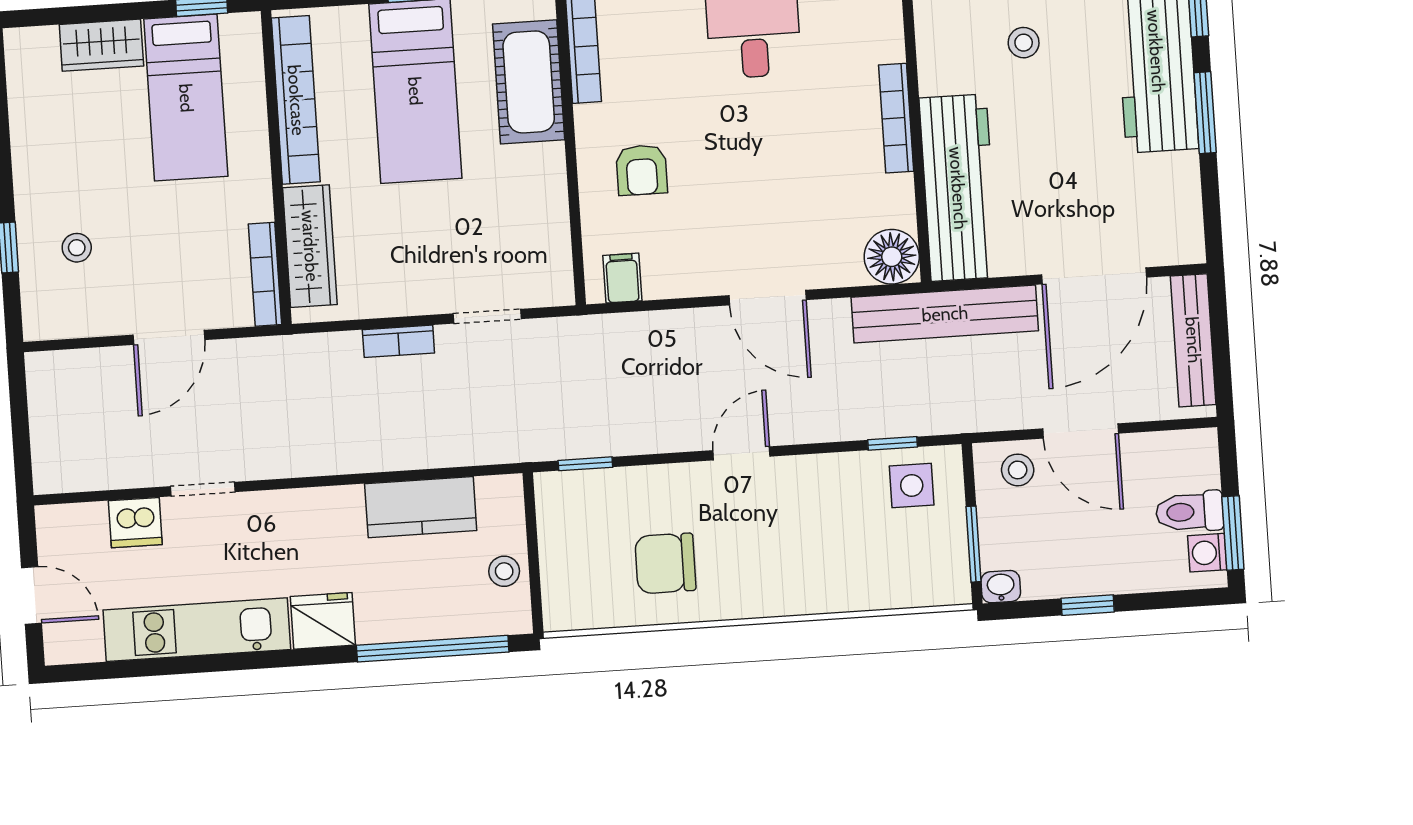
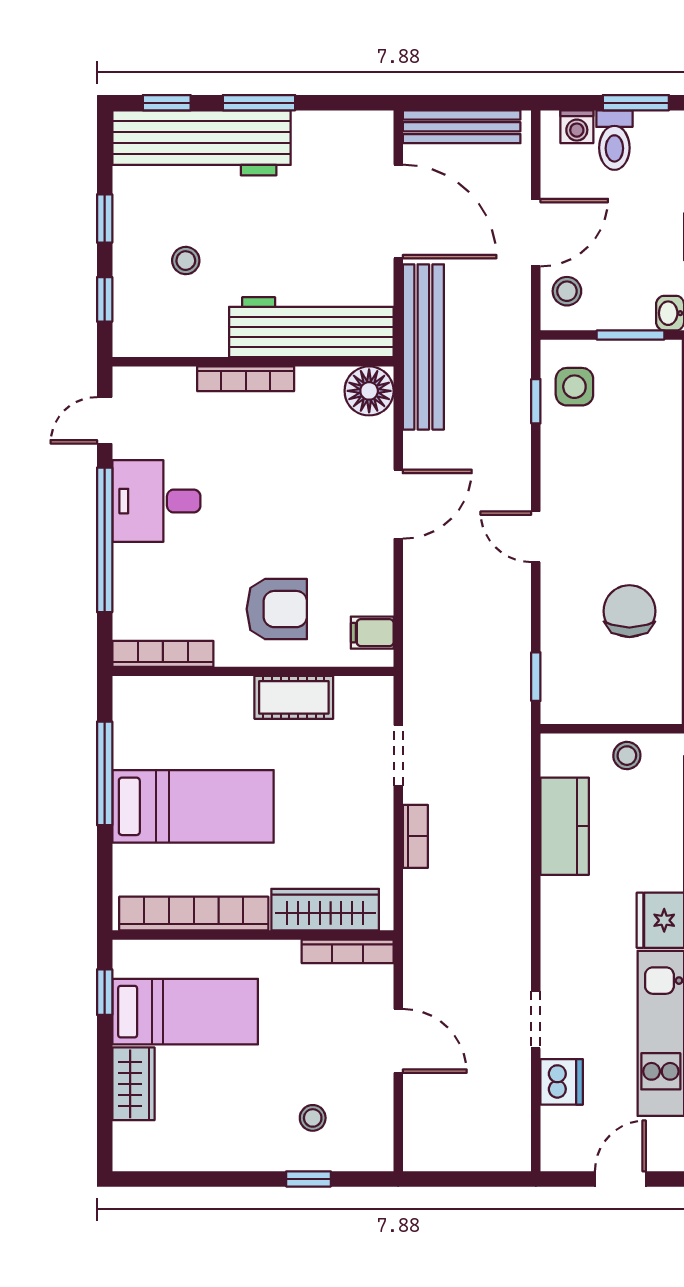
cot: (529, 82) -> (294, 697), moved, width x0.73, depth x0.75
armchair: (642, 170) -> (277, 609), width x1.38, depth x1.38
washing machine: (1207, 553) -> (577, 127), moved
chair: (665, 563) -> (629, 611), turned 180

